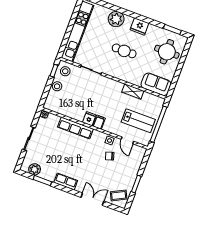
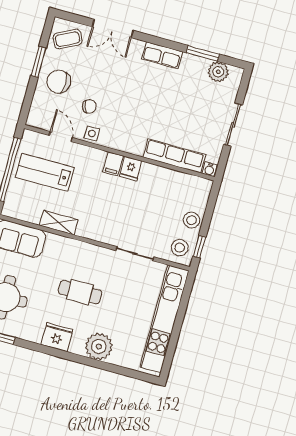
row of seats: (75, 128) -> (174, 156), moved
chair: (126, 172) -> (59, 82), added

